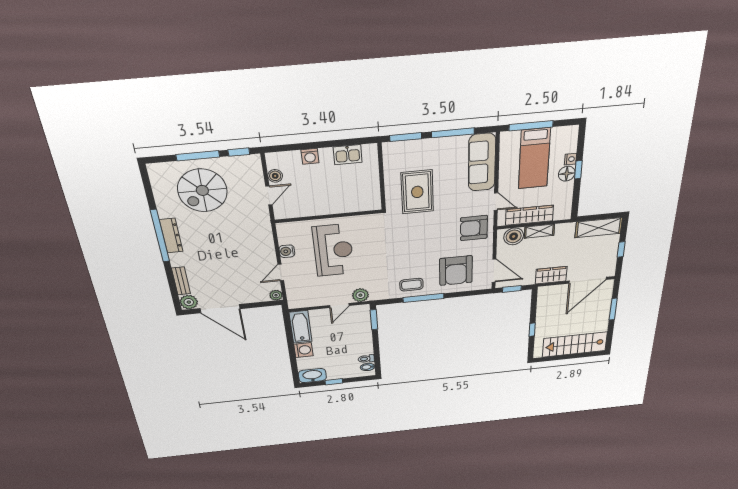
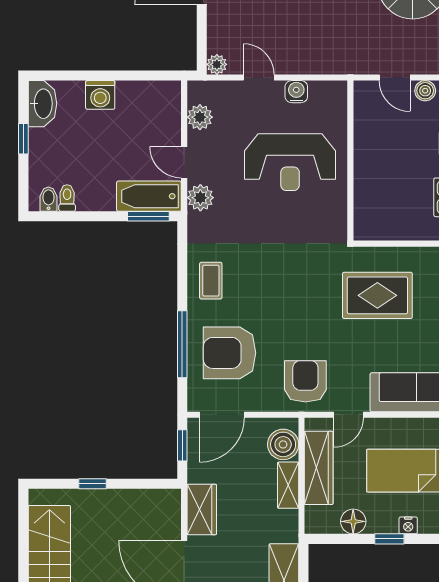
floor lamp: (567, 174) -> (353, 521), moved
window: (423, 298) -> (182, 344), moved
plant: (310, 300) -> (200, 117), added
bathtub: (301, 327) -> (149, 196), moved, turned 180

